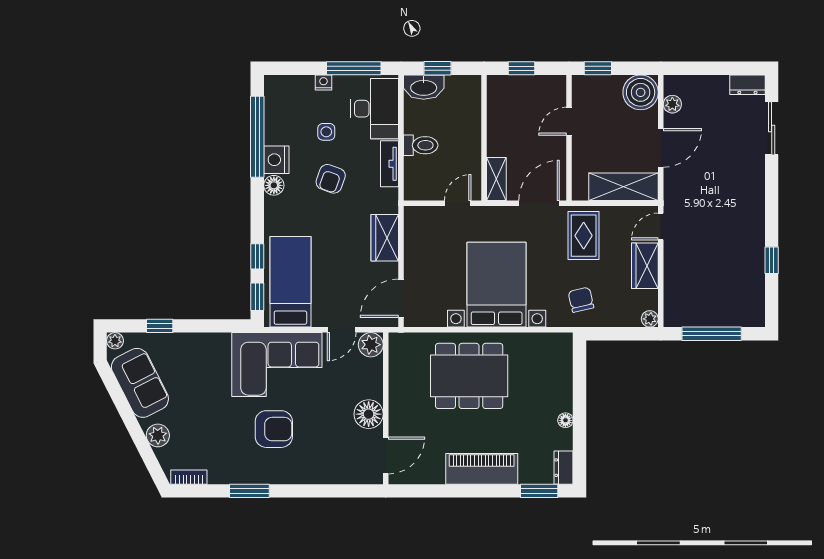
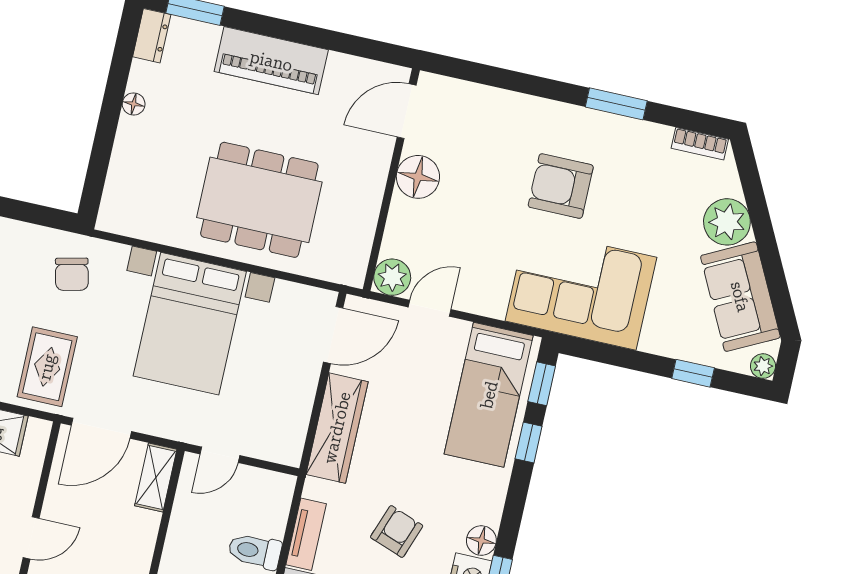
wardrobe: (385, 238) -> (337, 428), width x1.50
corner sofa: (277, 364) -> (581, 289), moved
plant: (158, 435) -> (727, 222), width x1.36, depth x1.36

